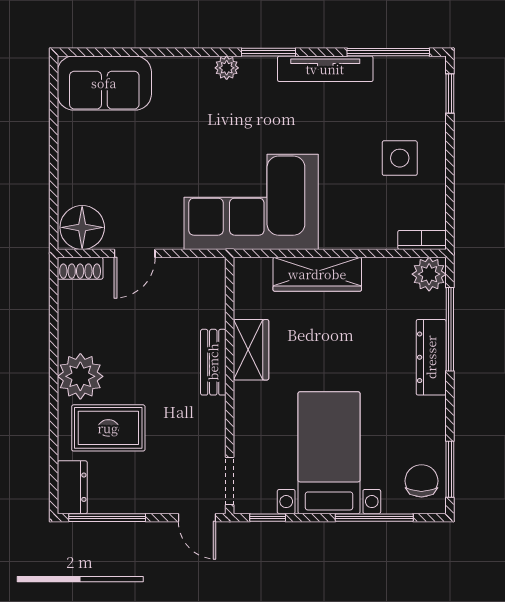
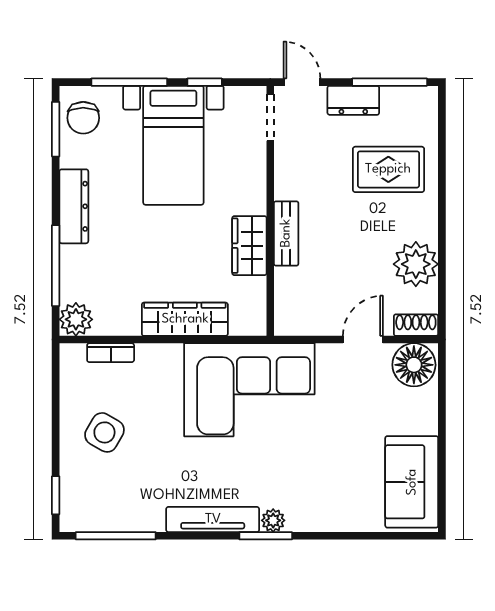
window: (269, 52) -> (266, 536), moved
tv unit: (325, 69) -> (213, 519), moved
sofa: (104, 83) -> (412, 482), moved, turned -90
side table: (400, 158) -> (104, 432), turned 30
bookcase: (422, 240) -> (111, 353), moved
dresser: (431, 357) -> (74, 206), moved
plant: (80, 376) -> (416, 264), moved
dresser: (72, 487) -> (353, 100), moved, turned -90
window: (268, 518) -> (205, 82), moved

